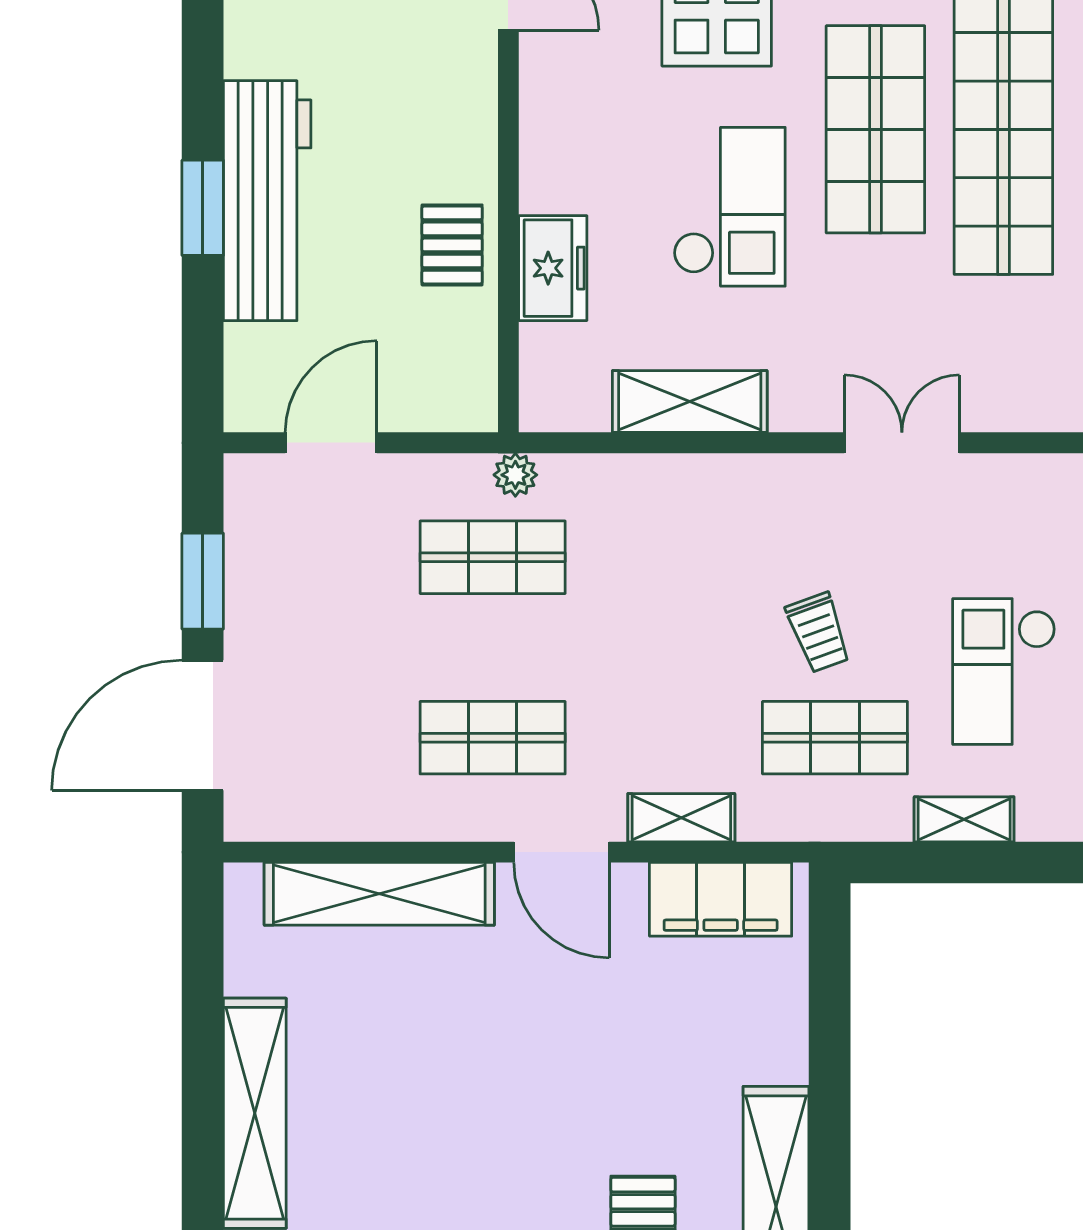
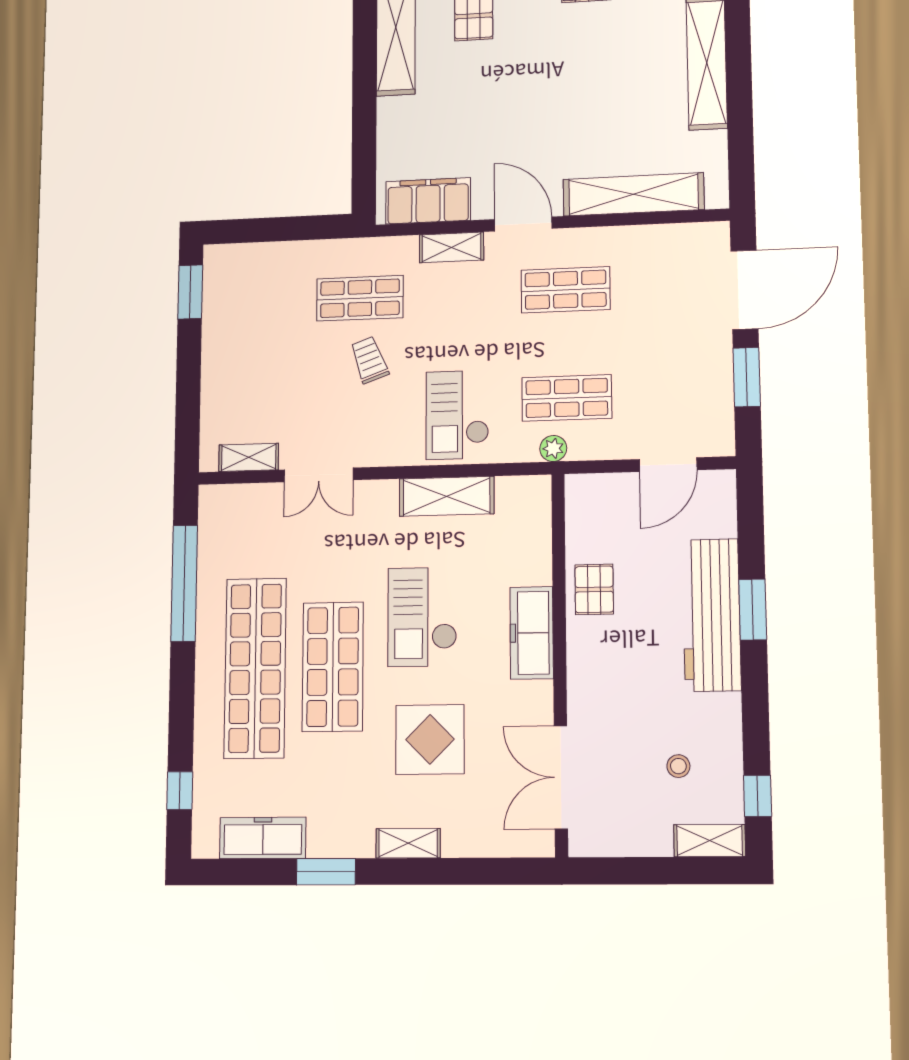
freezer: (553, 268) -> (532, 633), moved, width x1.40
checkout: (1004, 671) -> (457, 415), moved, turned 180
shelving: (964, 819) -> (249, 457), moved

